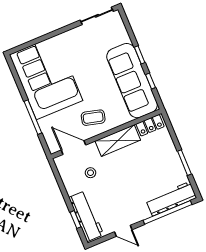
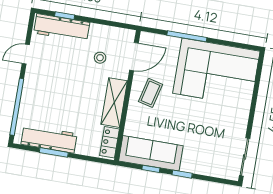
sofa: (132, 81) -> (151, 153), width x0.74, depth x0.79
workbench: (171, 199) -> (49, 139), moved, turned -90

